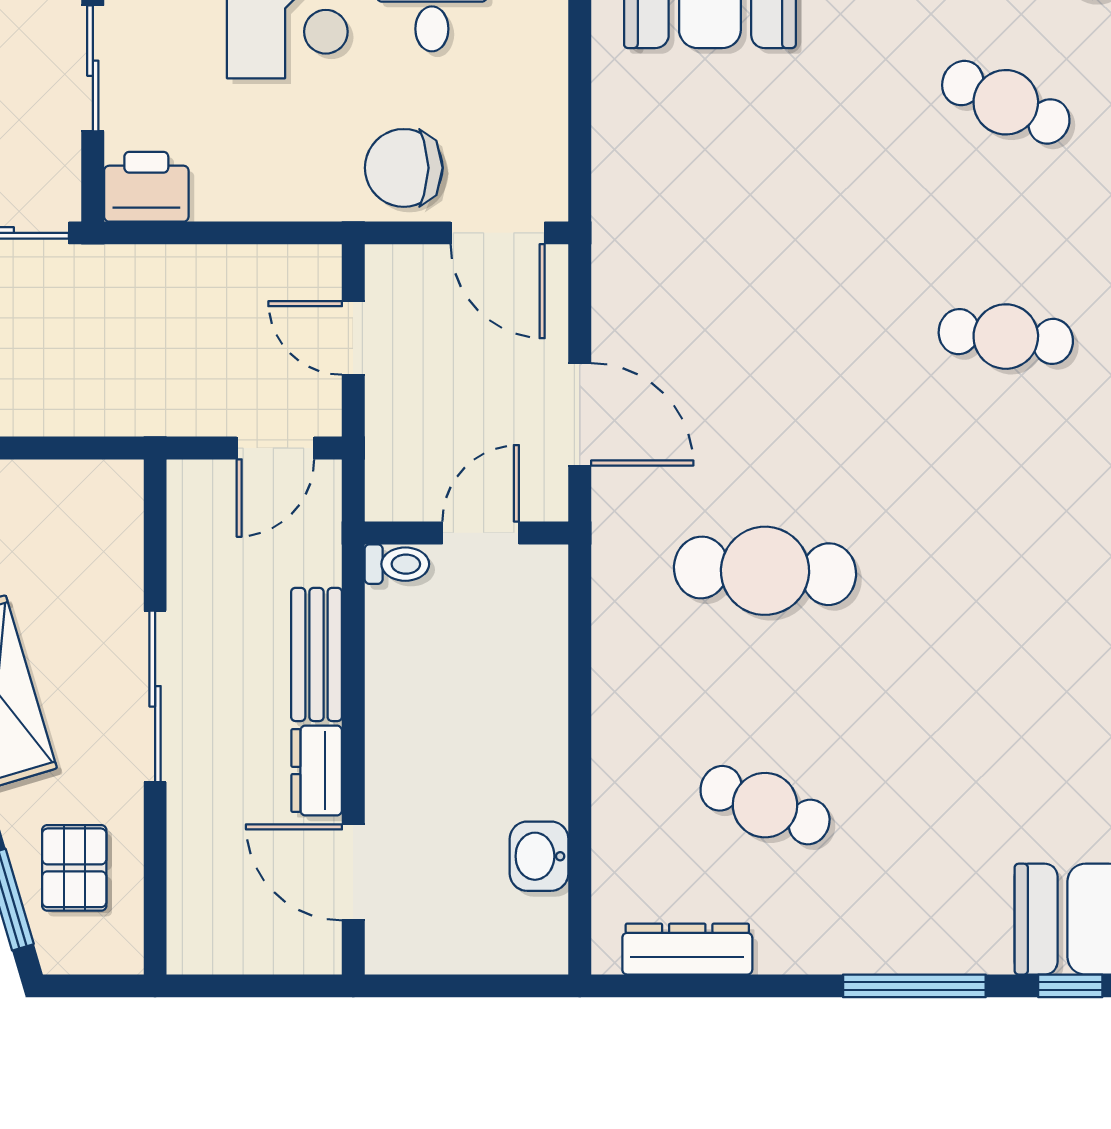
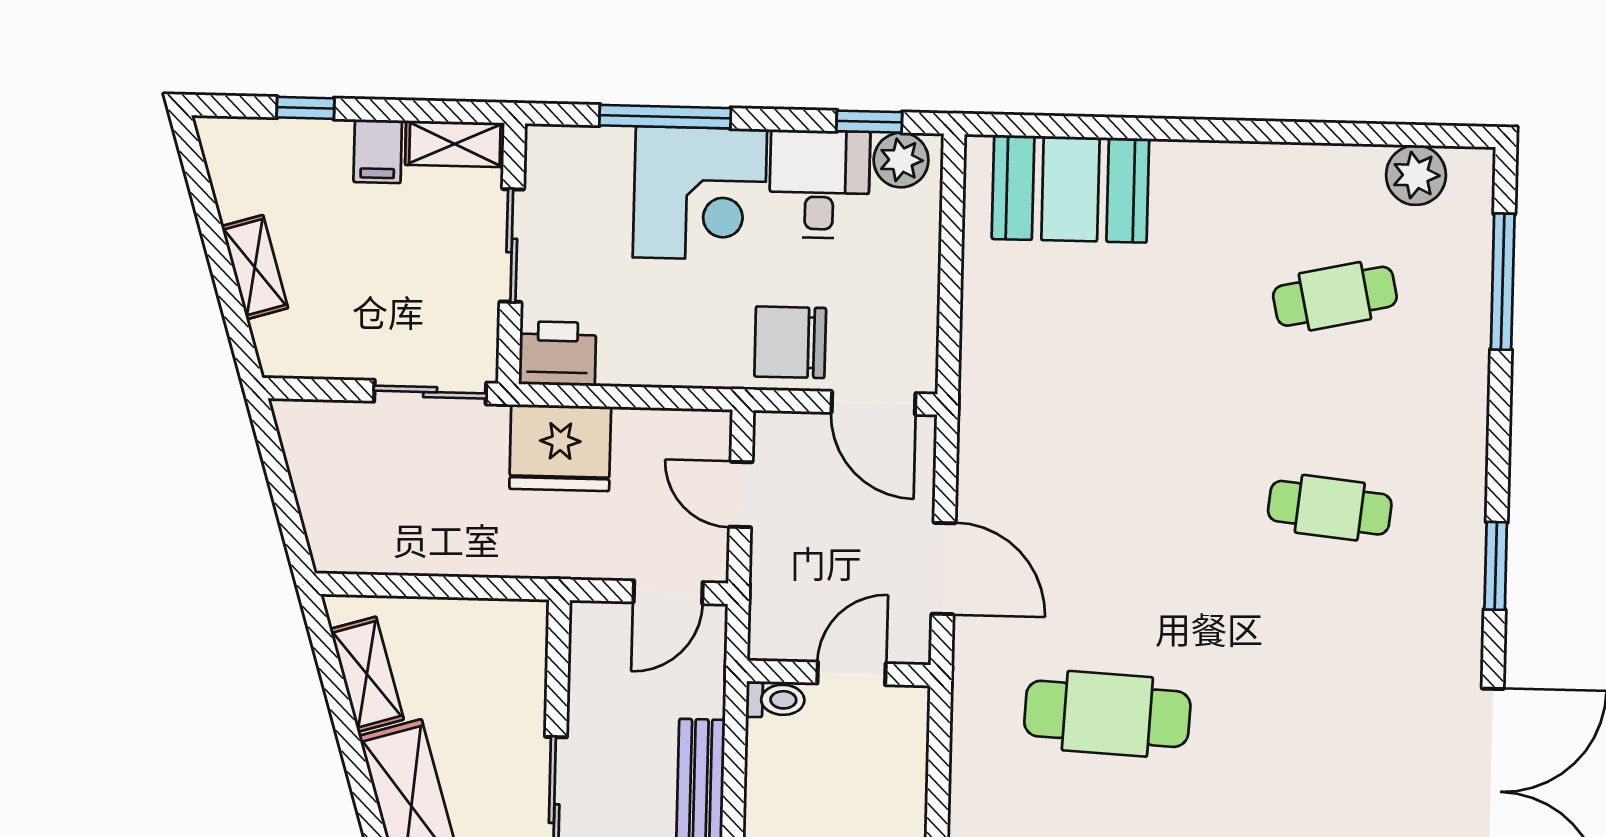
cafe table: (1006, 102) -> (1335, 296), turned -36
fridge: (152, 291) -> (560, 448), added

